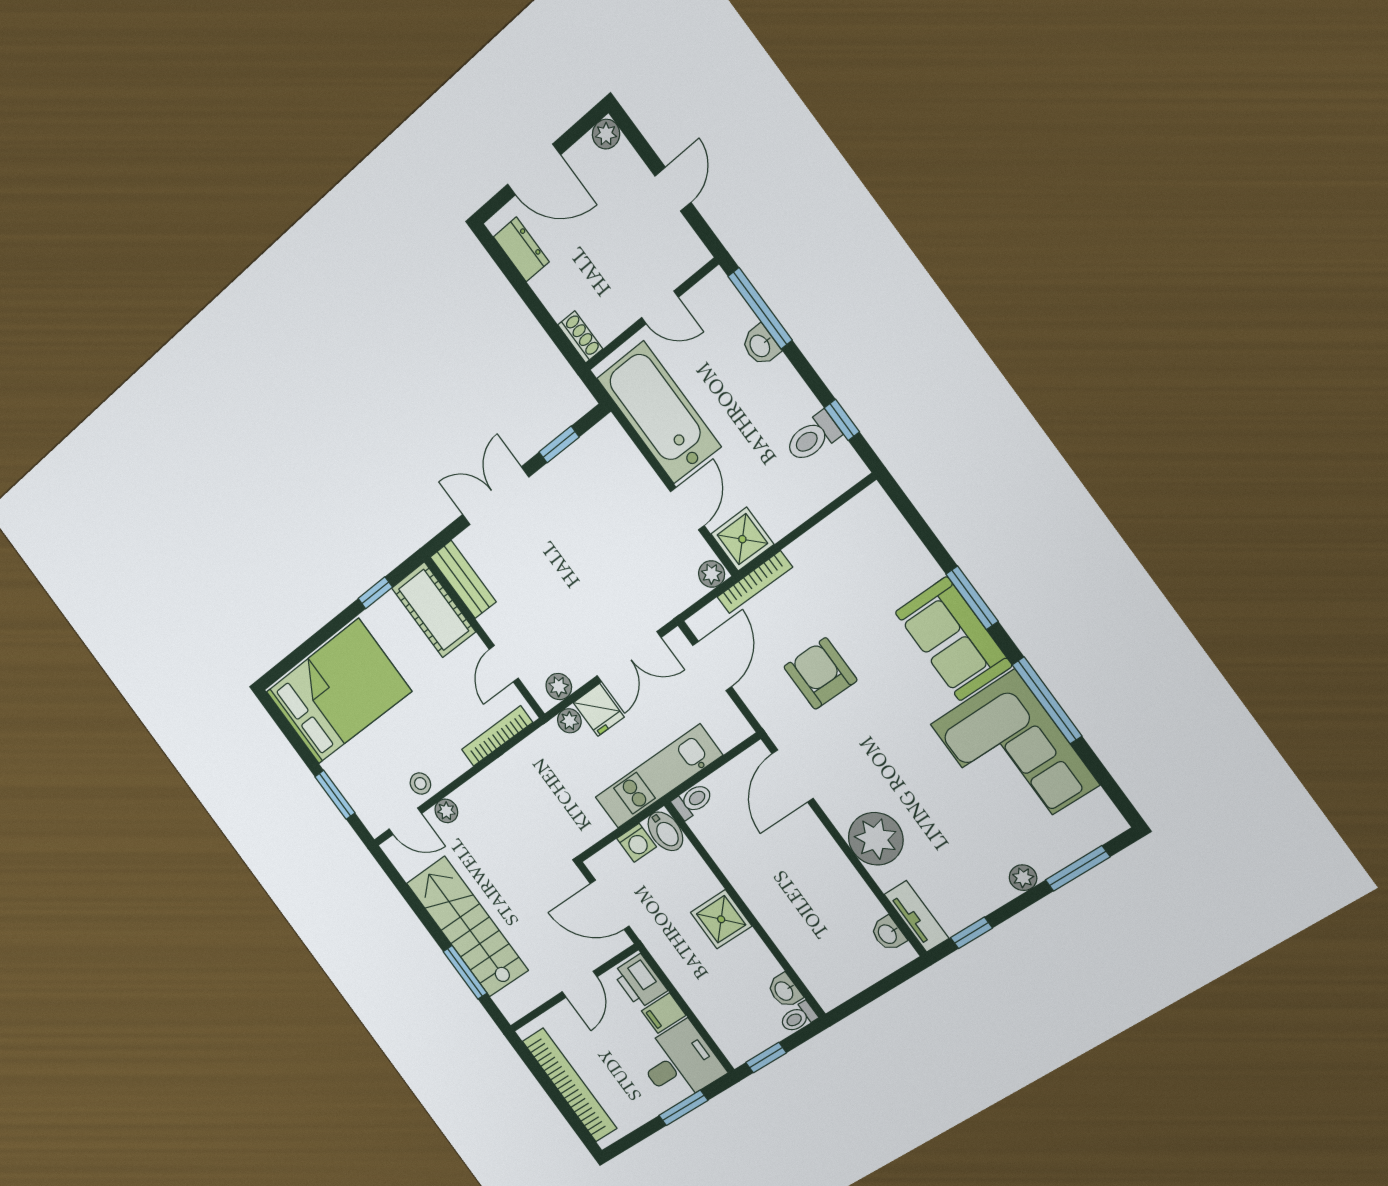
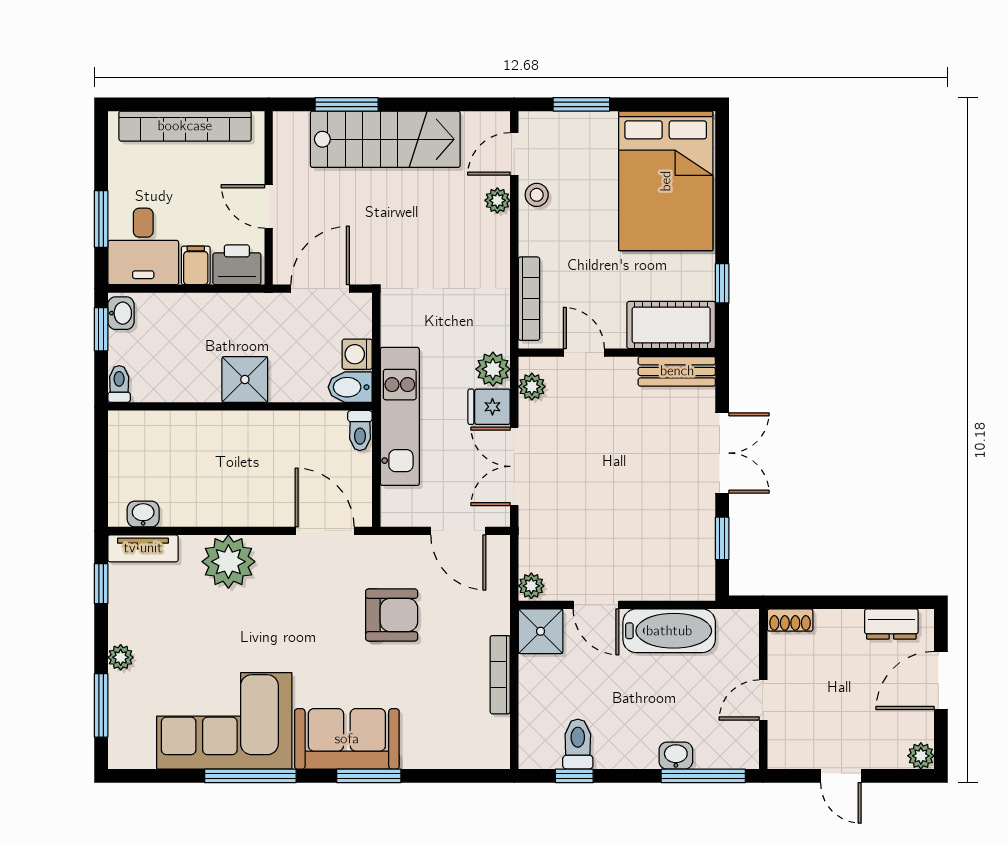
bathtub: (659, 412) -> (669, 631), width x0.73, depth x0.73
bookcase: (755, 582) -> (500, 675), moved
plant: (569, 721) -> (493, 369), width x1.38, depth x1.38
washbasin: (784, 991) -> (121, 313), moved, turned 90

